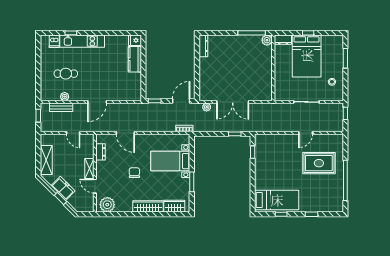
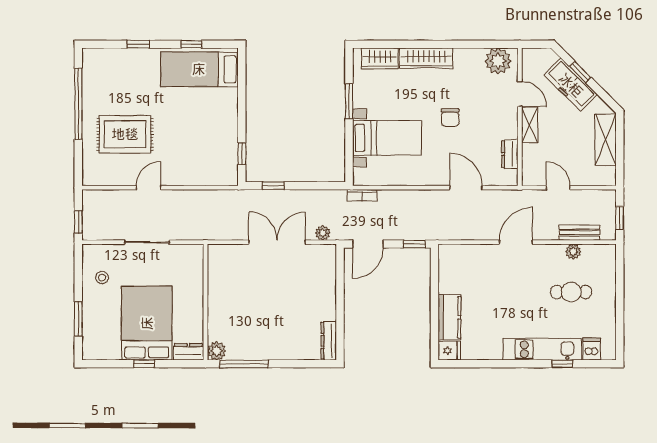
freezer: (63, 188) -> (571, 85), width x1.40

